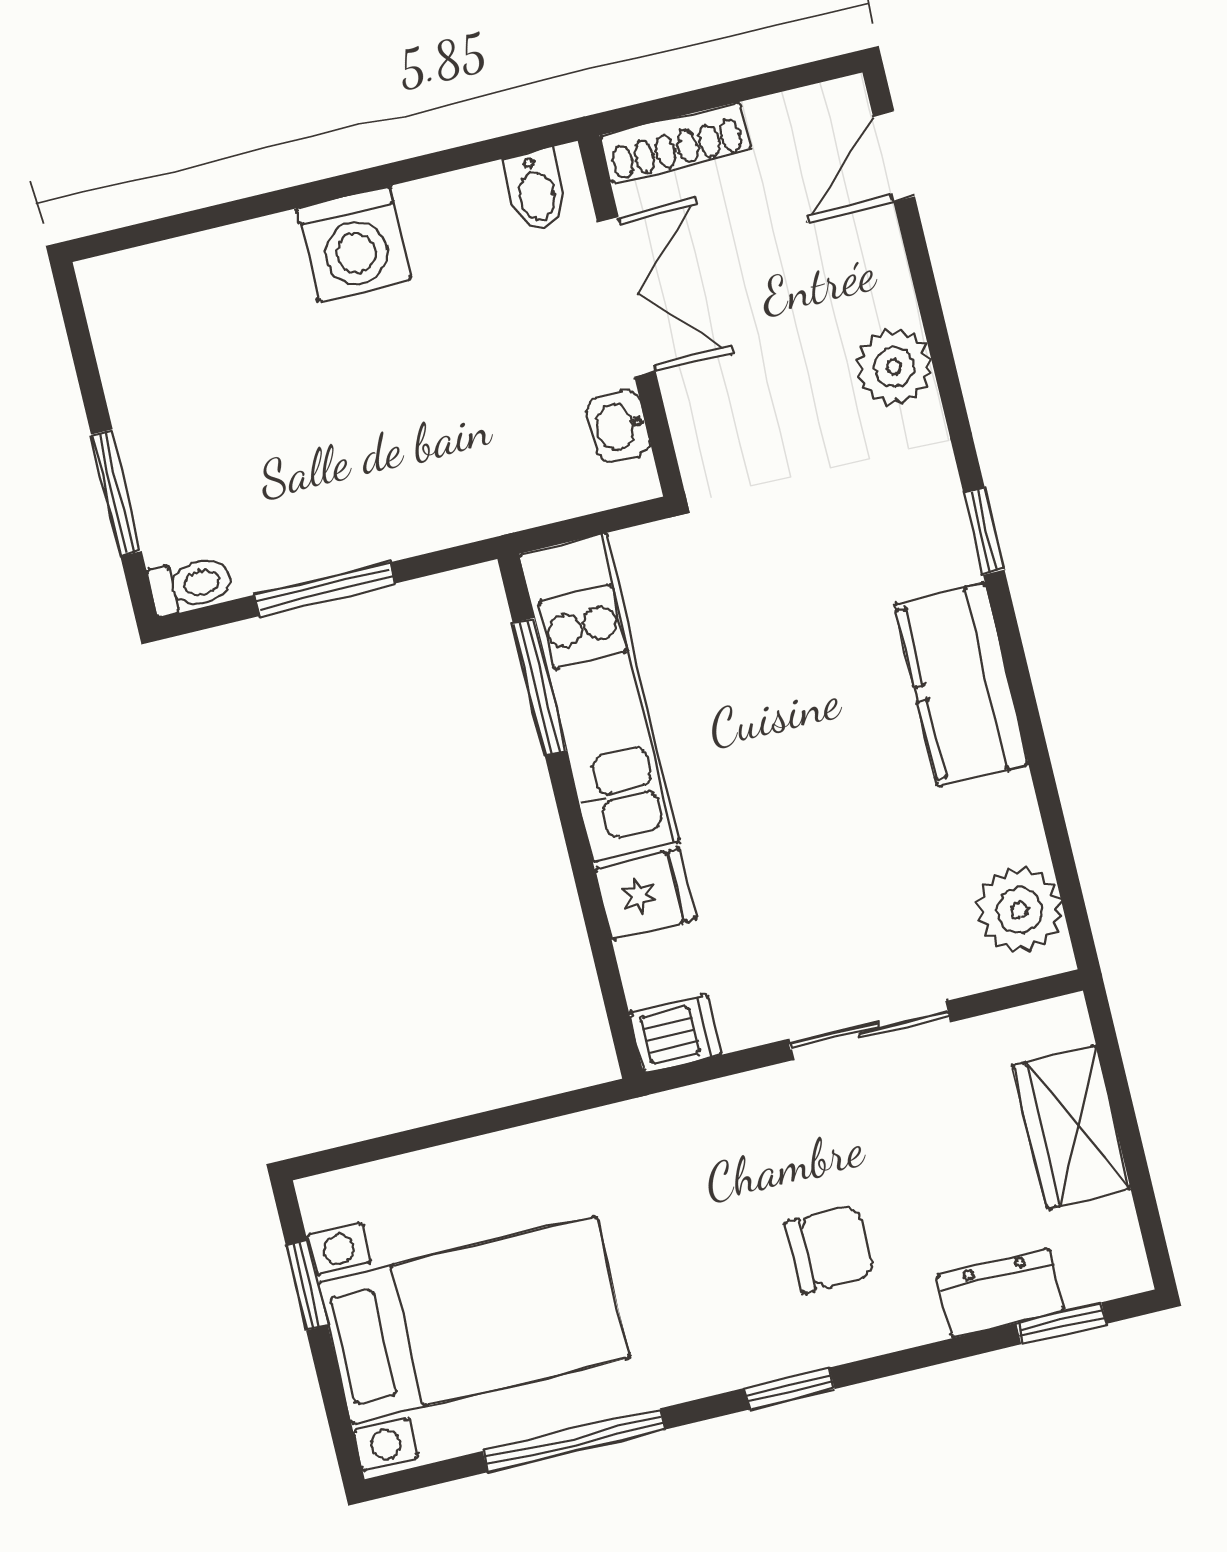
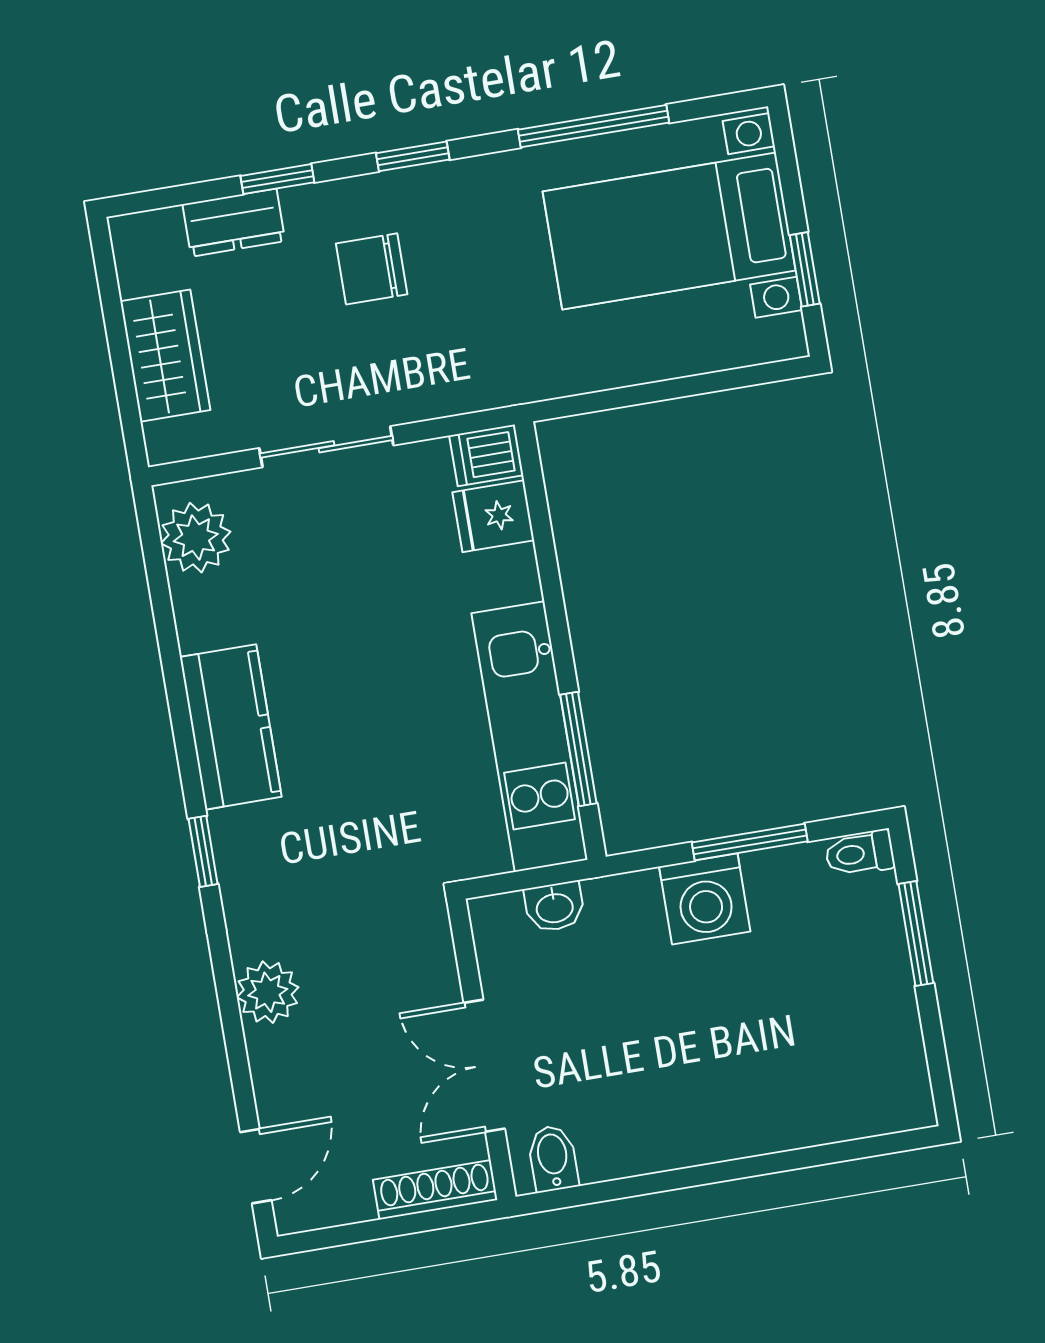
washing machine: (354, 244) -> (705, 899), moved, turned 180
washbasin: (618, 426) -> (554, 907), moved, turned 90
fridge: (646, 894) -> (493, 516), moved
window: (1061, 1323) -> (277, 179), moved

